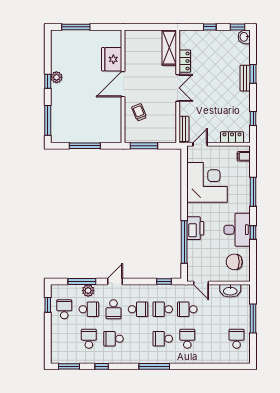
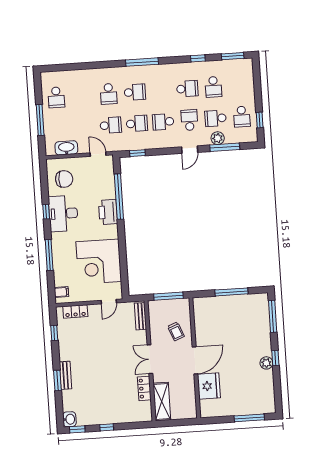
shelving: (169, 48) -> (162, 401), moved
locker: (185, 61) -> (144, 388), moved
wall: (178, 86) -> (150, 361), moved
double door: (178, 88) -> (150, 359), moved
bench: (184, 129) -> (140, 316), moved

